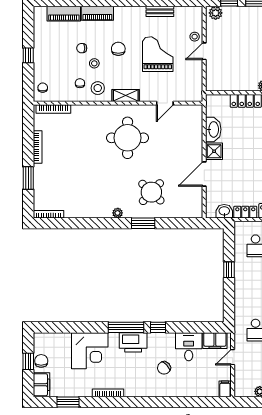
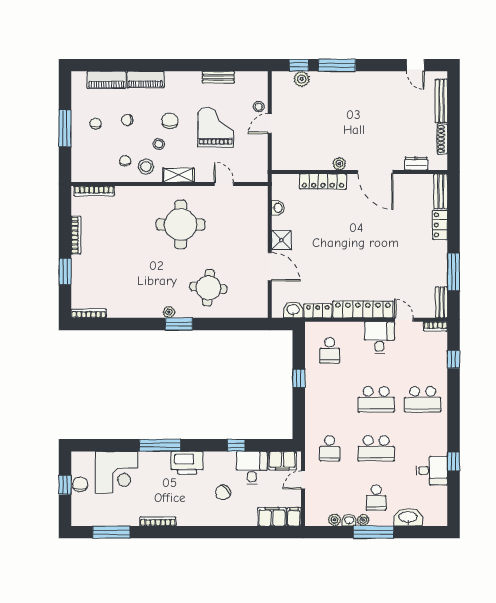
plant: (216, 13) -> (302, 79), moved
window: (28, 55) -> (65, 128), width x2.17
stool: (94, 63) -> (159, 144), moved
chair: (43, 88) -> (96, 123), moved
door: (165, 103) -> (224, 184), swing flipped
washbasin: (213, 129) -> (278, 208), width x0.52, depth x0.69
door: (204, 174) -> (270, 267), swing flipped
round table: (151, 192) -> (208, 288), turned -38
window: (143, 223) -> (179, 324), moved
window: (126, 327) -> (160, 445), moved
window: (158, 327) -> (236, 445), moved
corner desk: (90, 351) -> (117, 472), moved
filing cabinet: (41, 385) -> (272, 517), moved, turned -90
window: (68, 402) -> (111, 532), width x1.44

